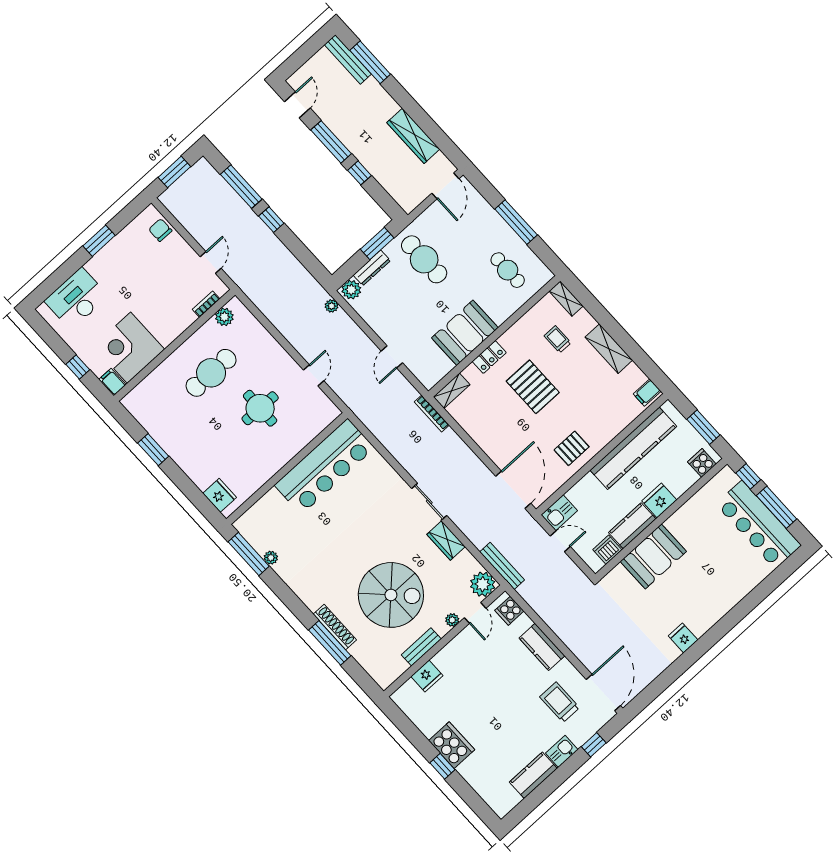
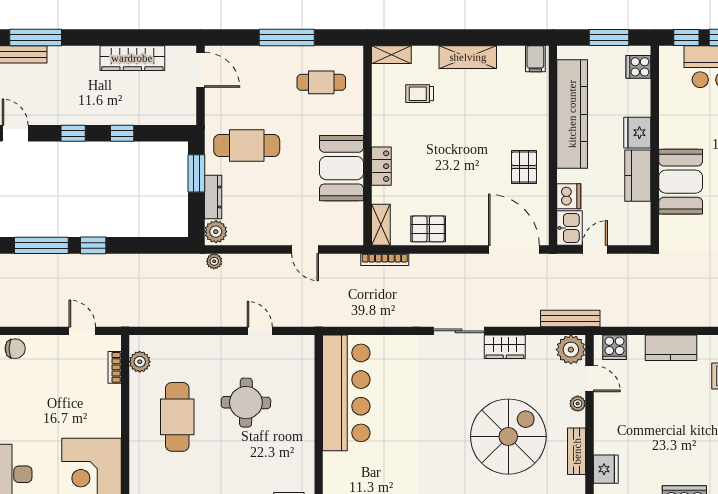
window: (331, 142) -> (73, 133), width x0.46
chair: (160, 230) -> (15, 349), turned 180
pallet: (533, 387) -> (428, 229), moved, width x0.67, depth x0.71
dishwasher: (607, 550) -> (569, 196), moved, turned 180

